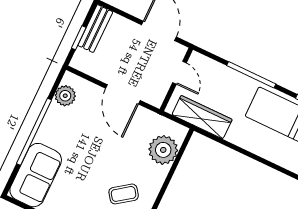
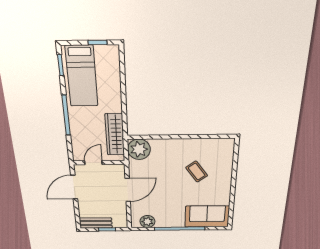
plant: (163, 150) -> (139, 149), moved
coffee table: (124, 194) -> (197, 172), moved

